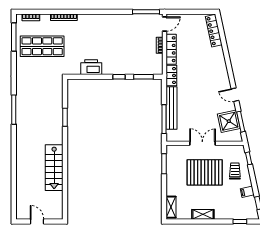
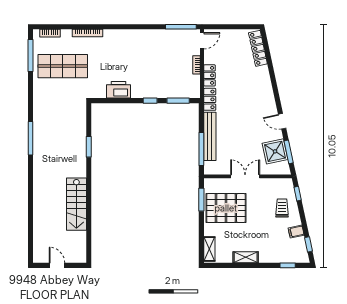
locker: (171, 49) -> (210, 75), width x0.66
pallet: (205, 172) -> (226, 208), moved

